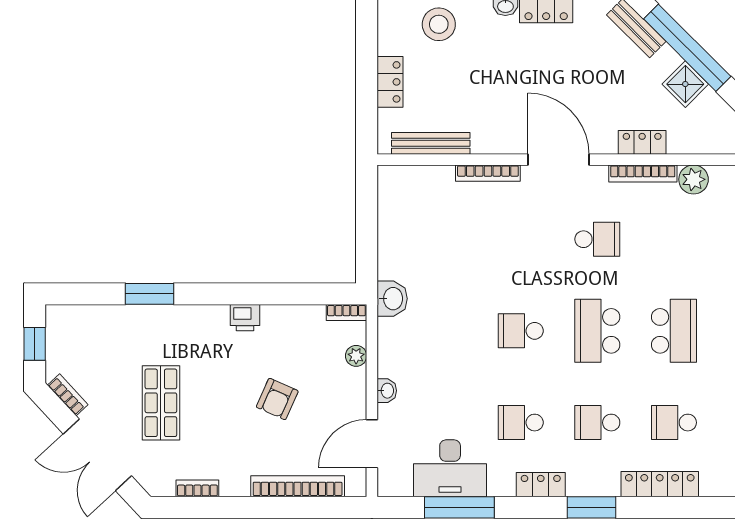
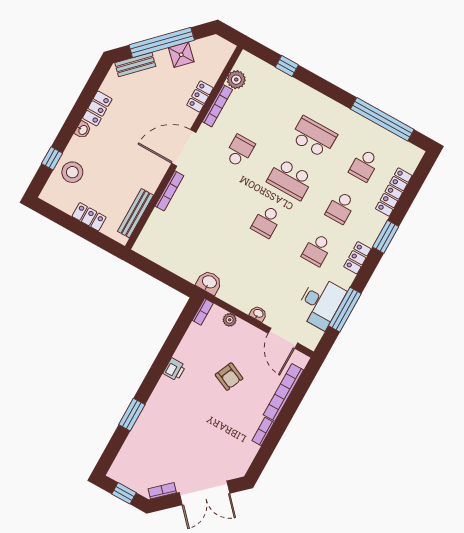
shop shelf: (161, 403) -> (195, 442), removed
bookcase: (197, 488) -> (263, 432), moved

